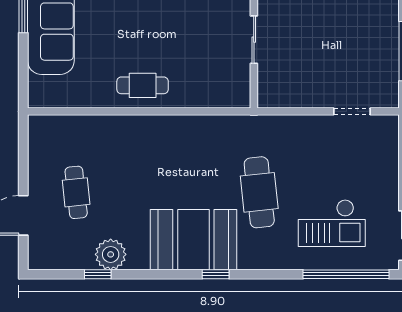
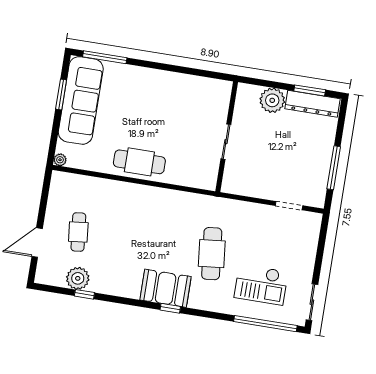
cafe table: (143, 85) -> (139, 162), width x1.37, depth x1.35
plant: (36, 100) -> (60, 160), added
booth: (193, 240) -> (166, 288), width x0.73, depth x0.70
plant: (111, 254) -> (78, 278), moved

